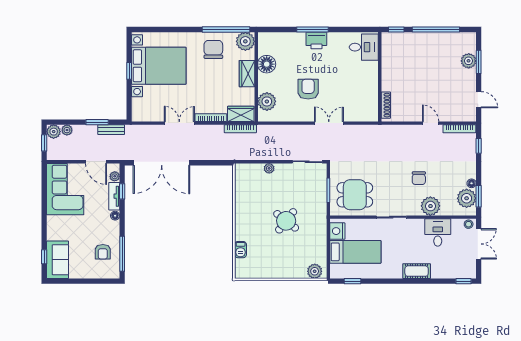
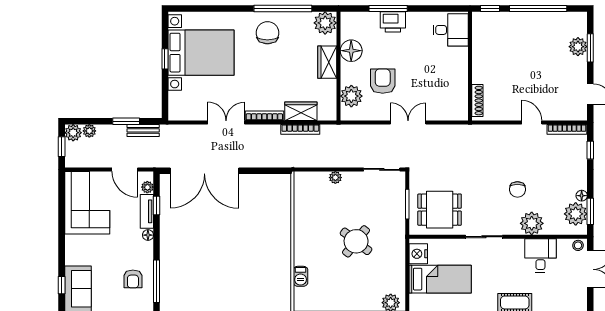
plant: (245, 41) -> (325, 23), moved
floor lamp: (267, 64) -> (351, 51), moved
wardrobe: (247, 74) -> (327, 62), moved
wall: (256, 77) -> (338, 66), moved
plant: (267, 101) -> (351, 96), moved

